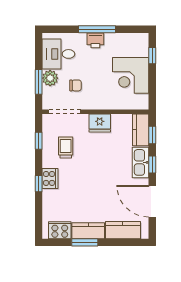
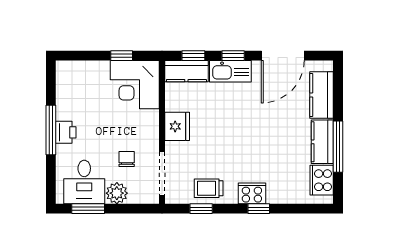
window: (152, 56) -> (122, 56), moved
corner desk: (131, 75) -> (135, 85), moved, turned 90
window: (39, 82) -> (88, 209), moved
trolley: (66, 147) -> (209, 188), moved
window: (85, 242) -> (338, 147), width x1.44

